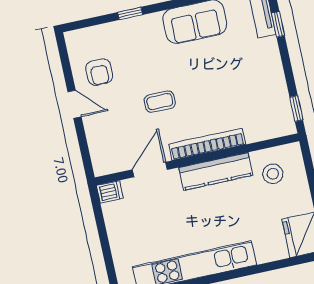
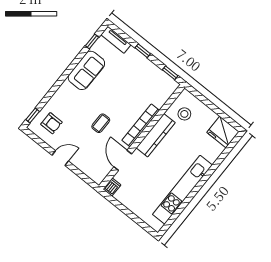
window: (130, 13) -> (33, 116), moved
window: (278, 24) -> (143, 51), moved
armchair: (99, 72) -> (51, 123), moved

